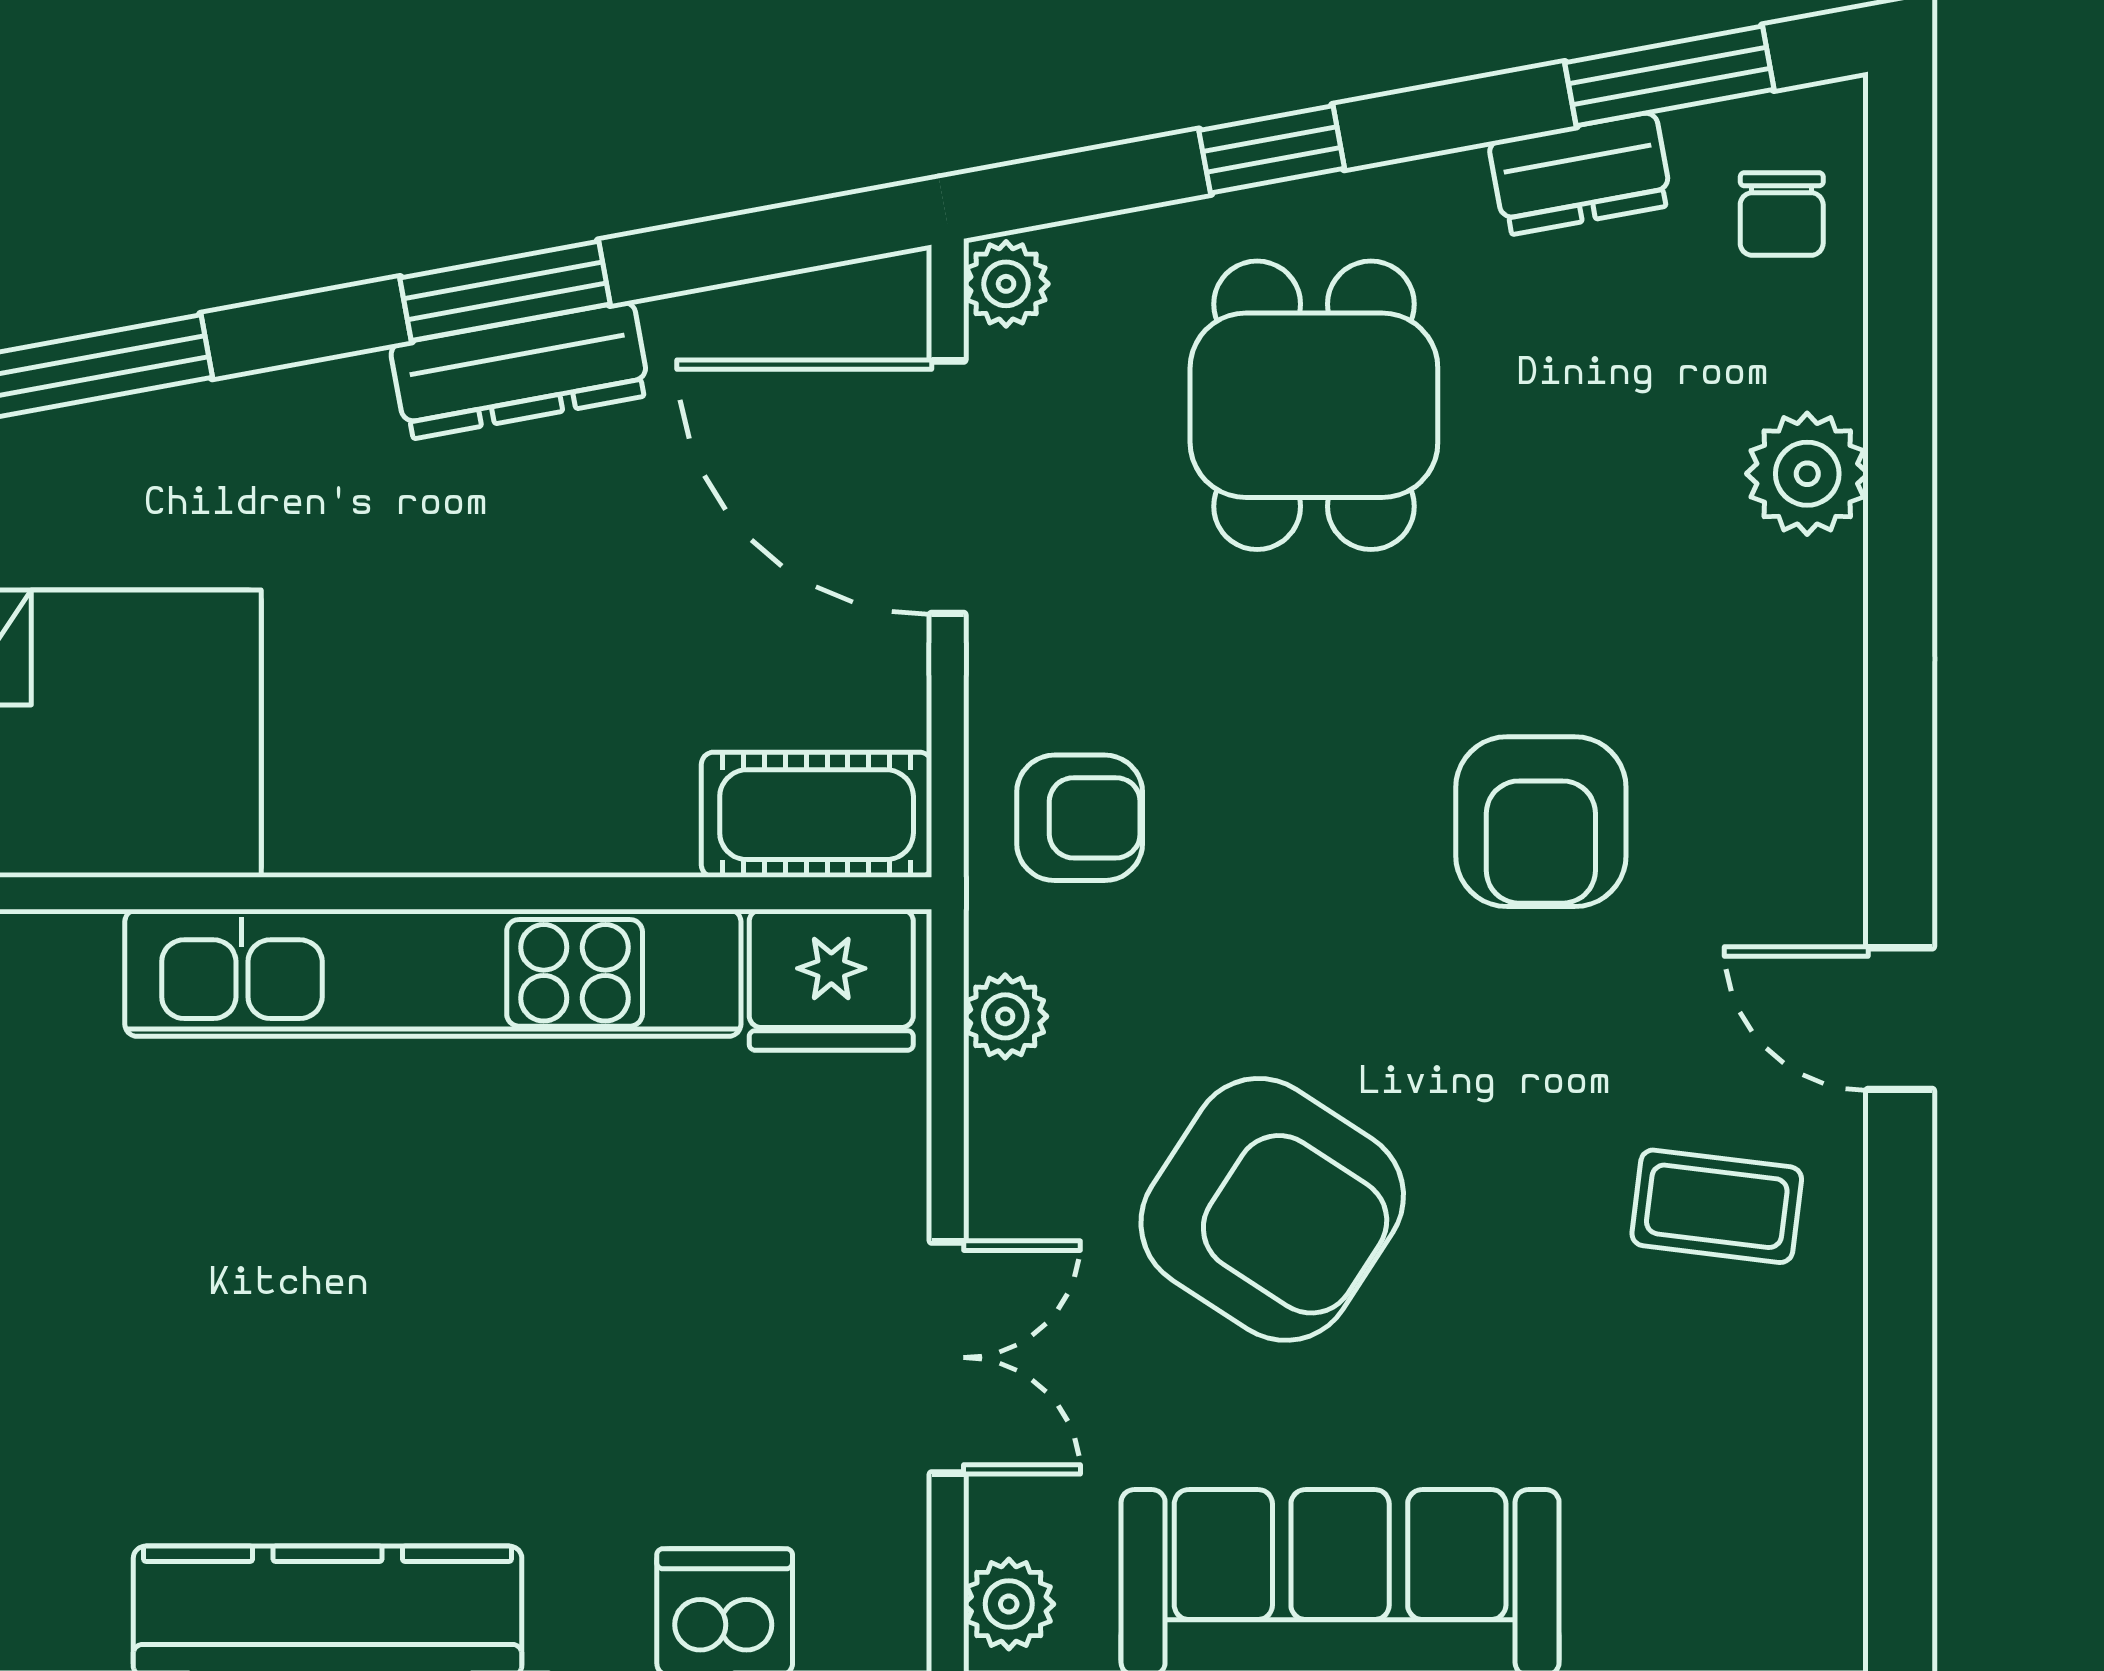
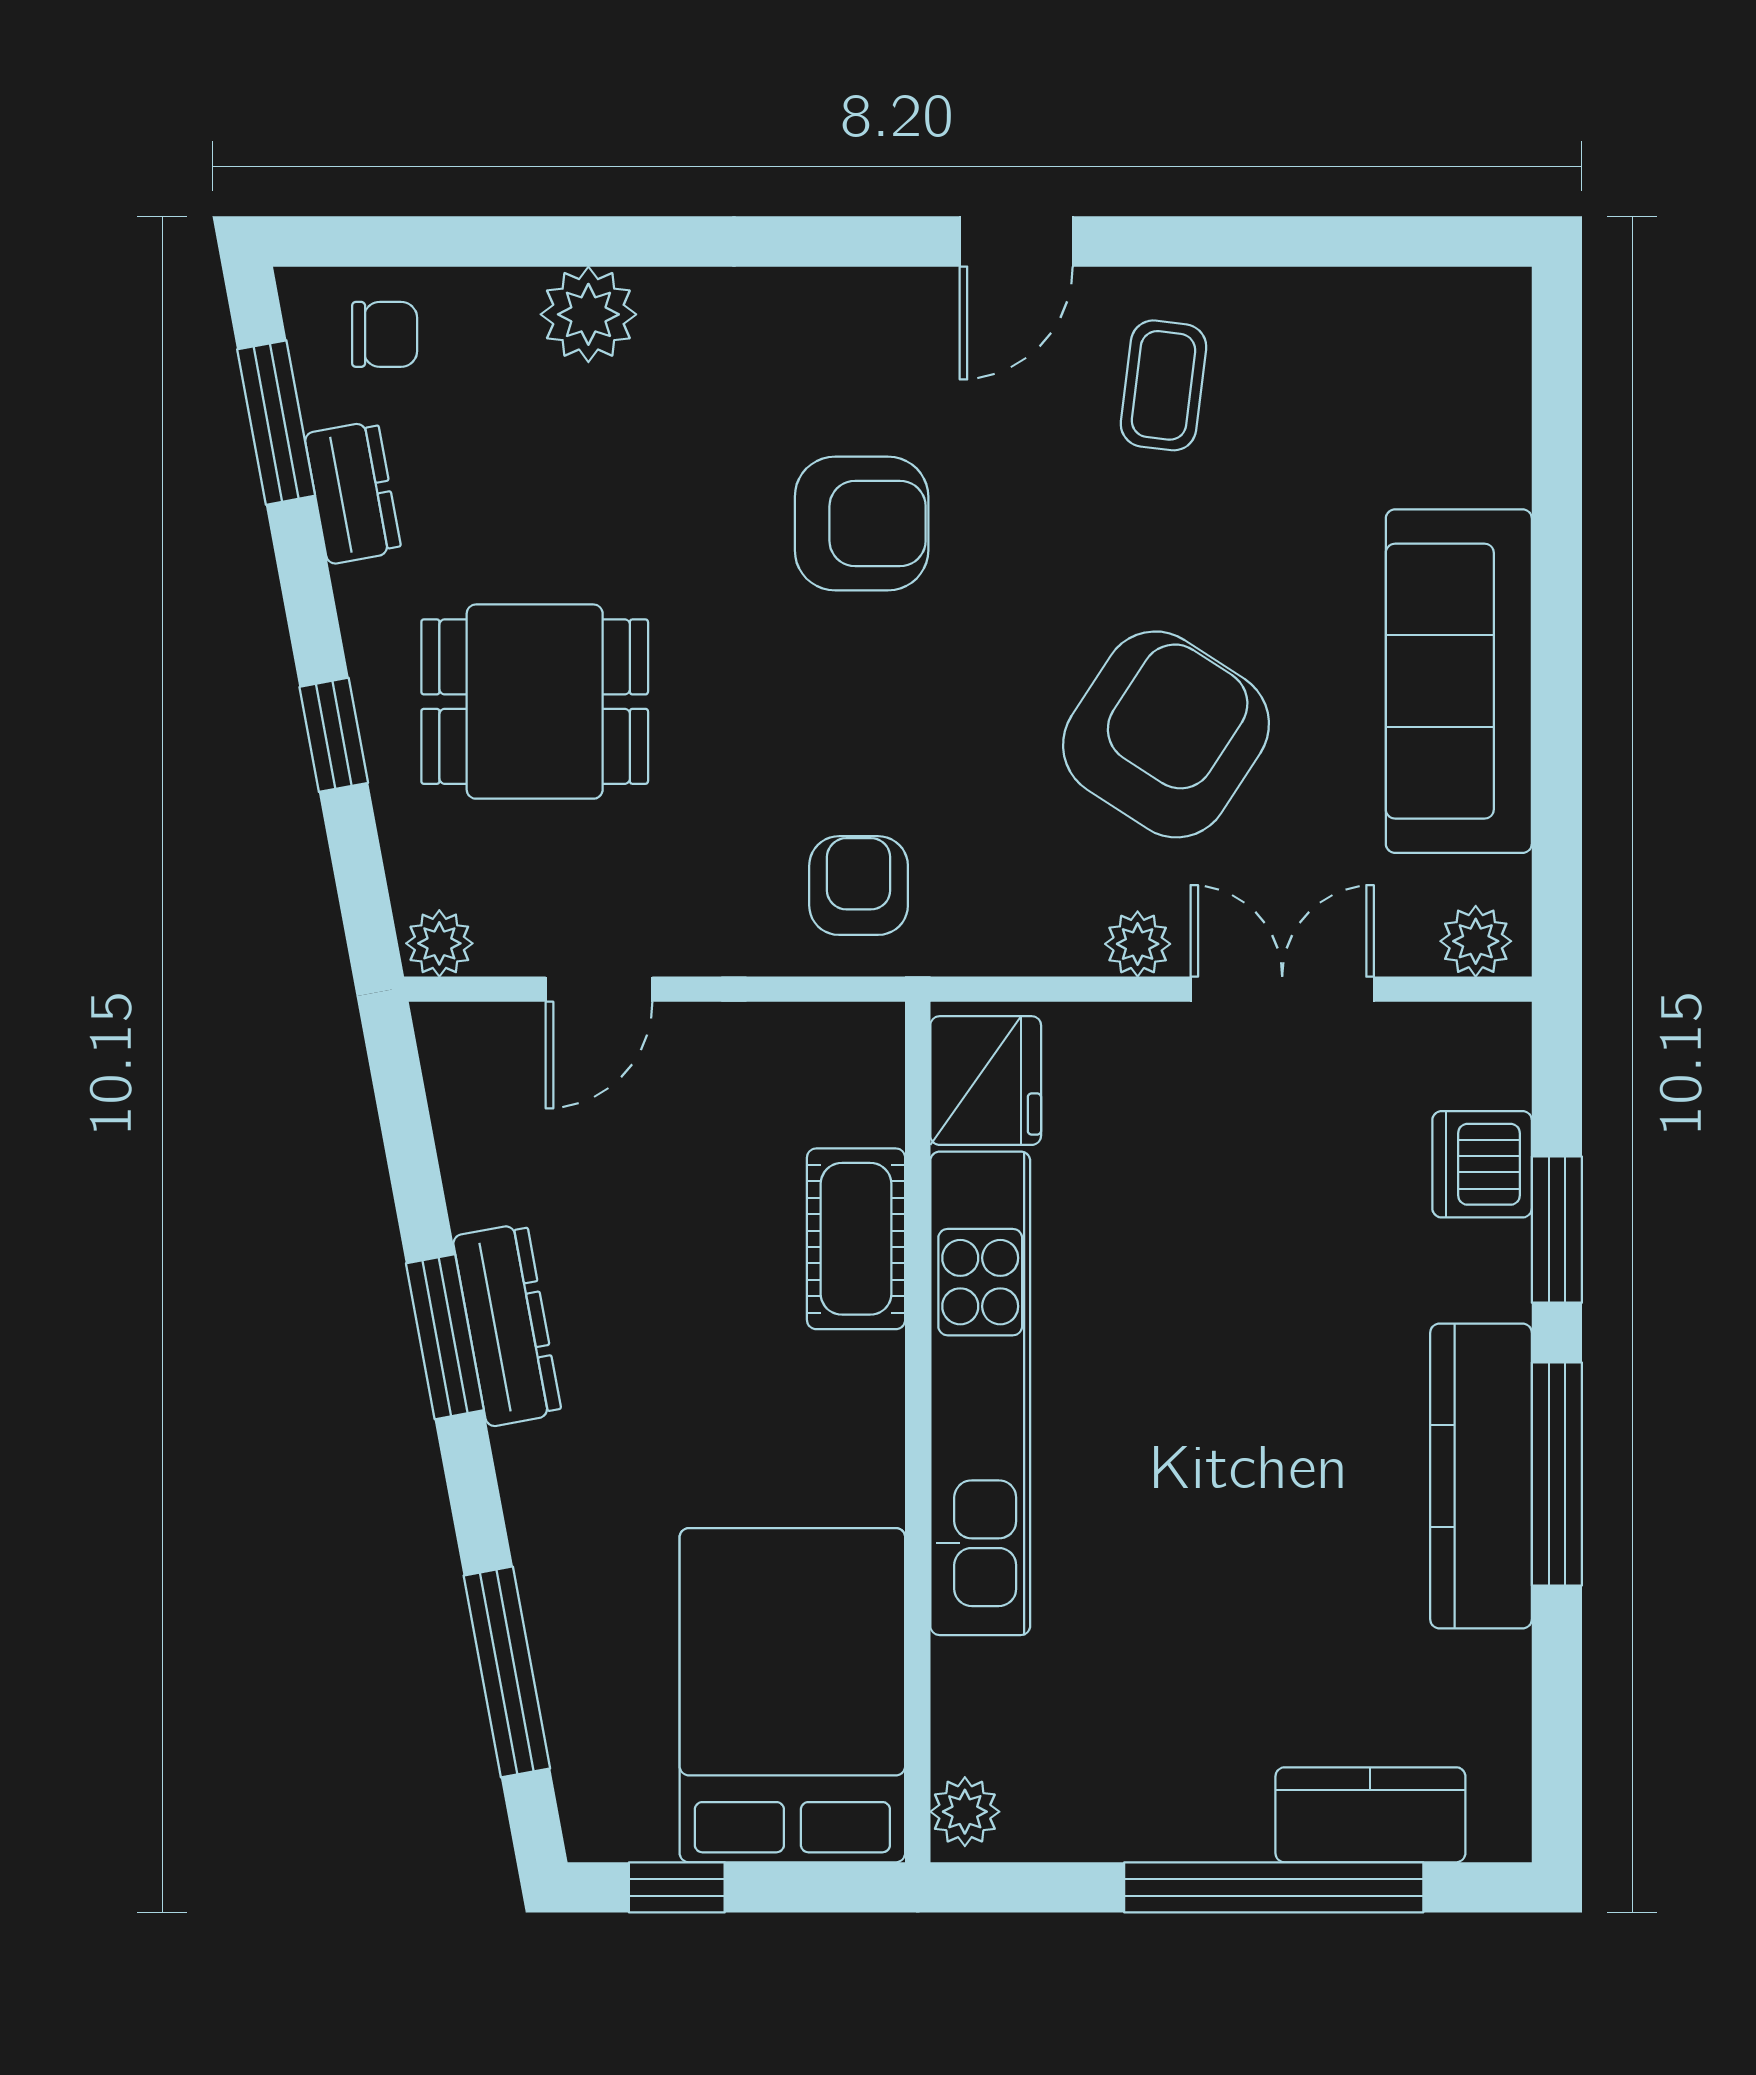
door: (948, 487) -> (599, 989), width x0.53
cot: (817, 815) -> (856, 1239), moved
plant: (1005, 1016) -> (1138, 944), moved

